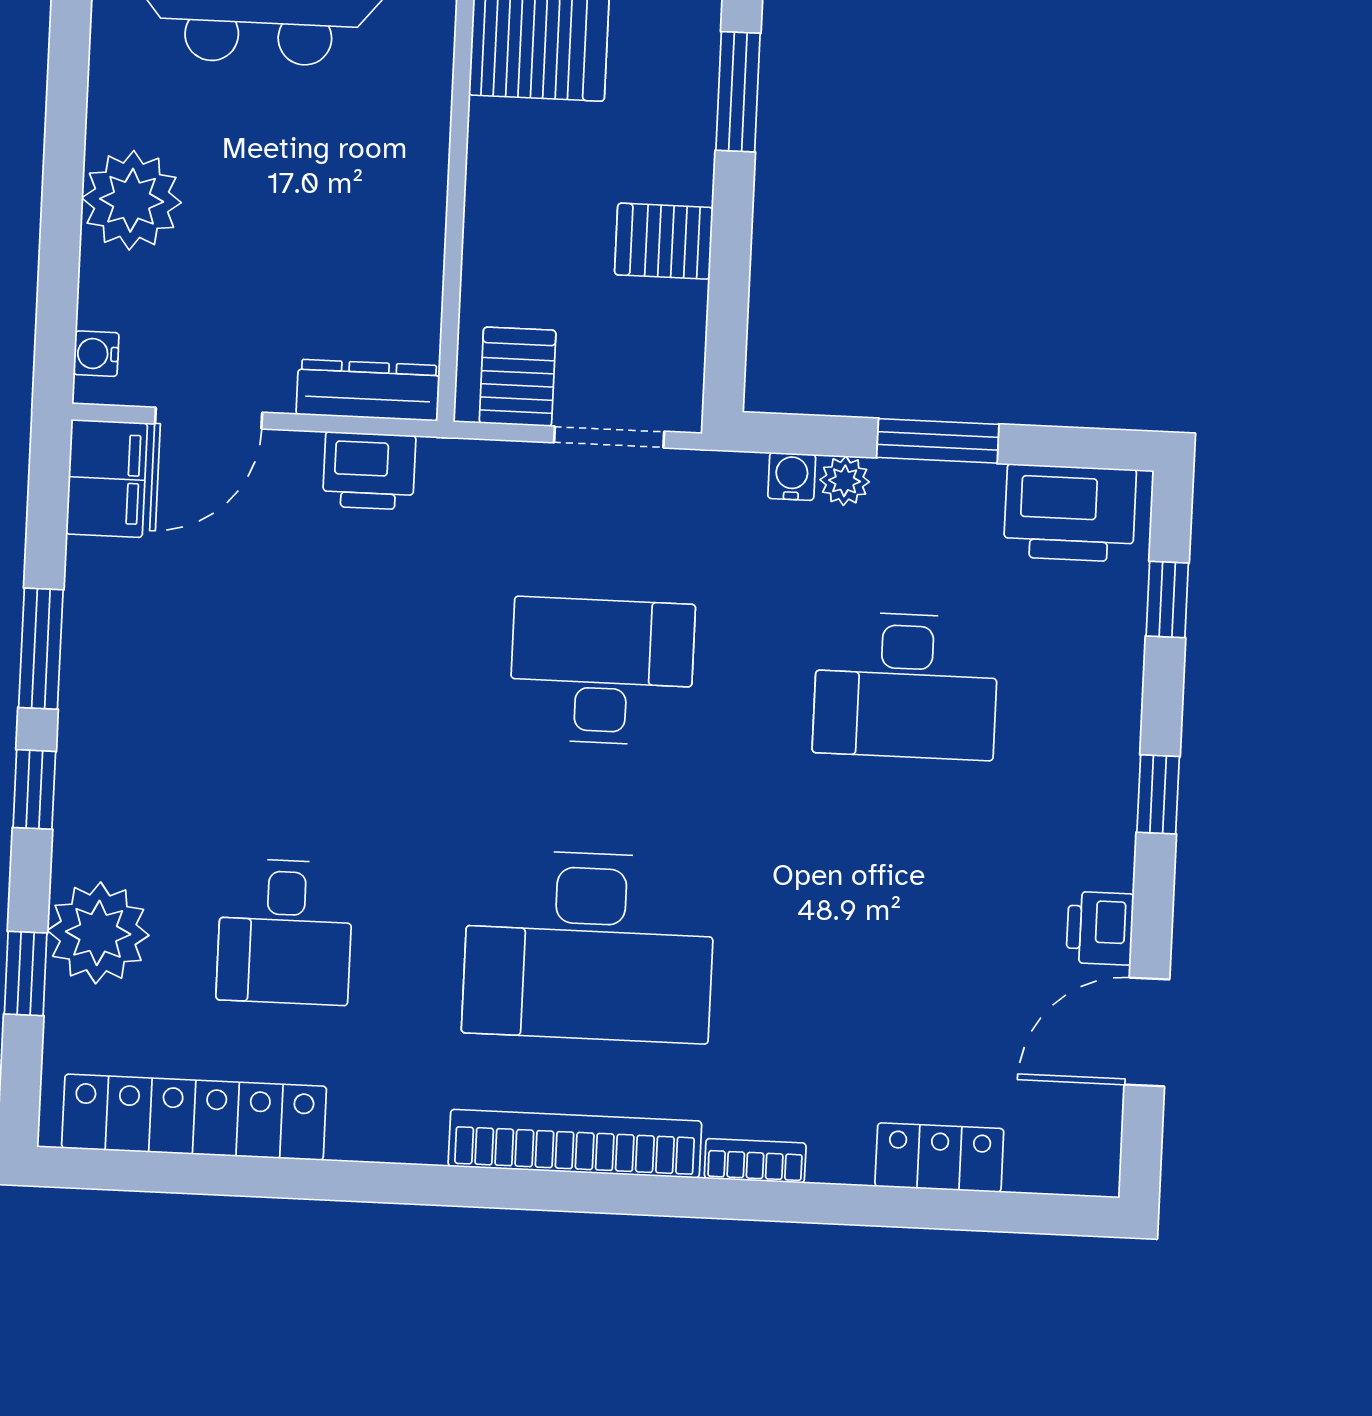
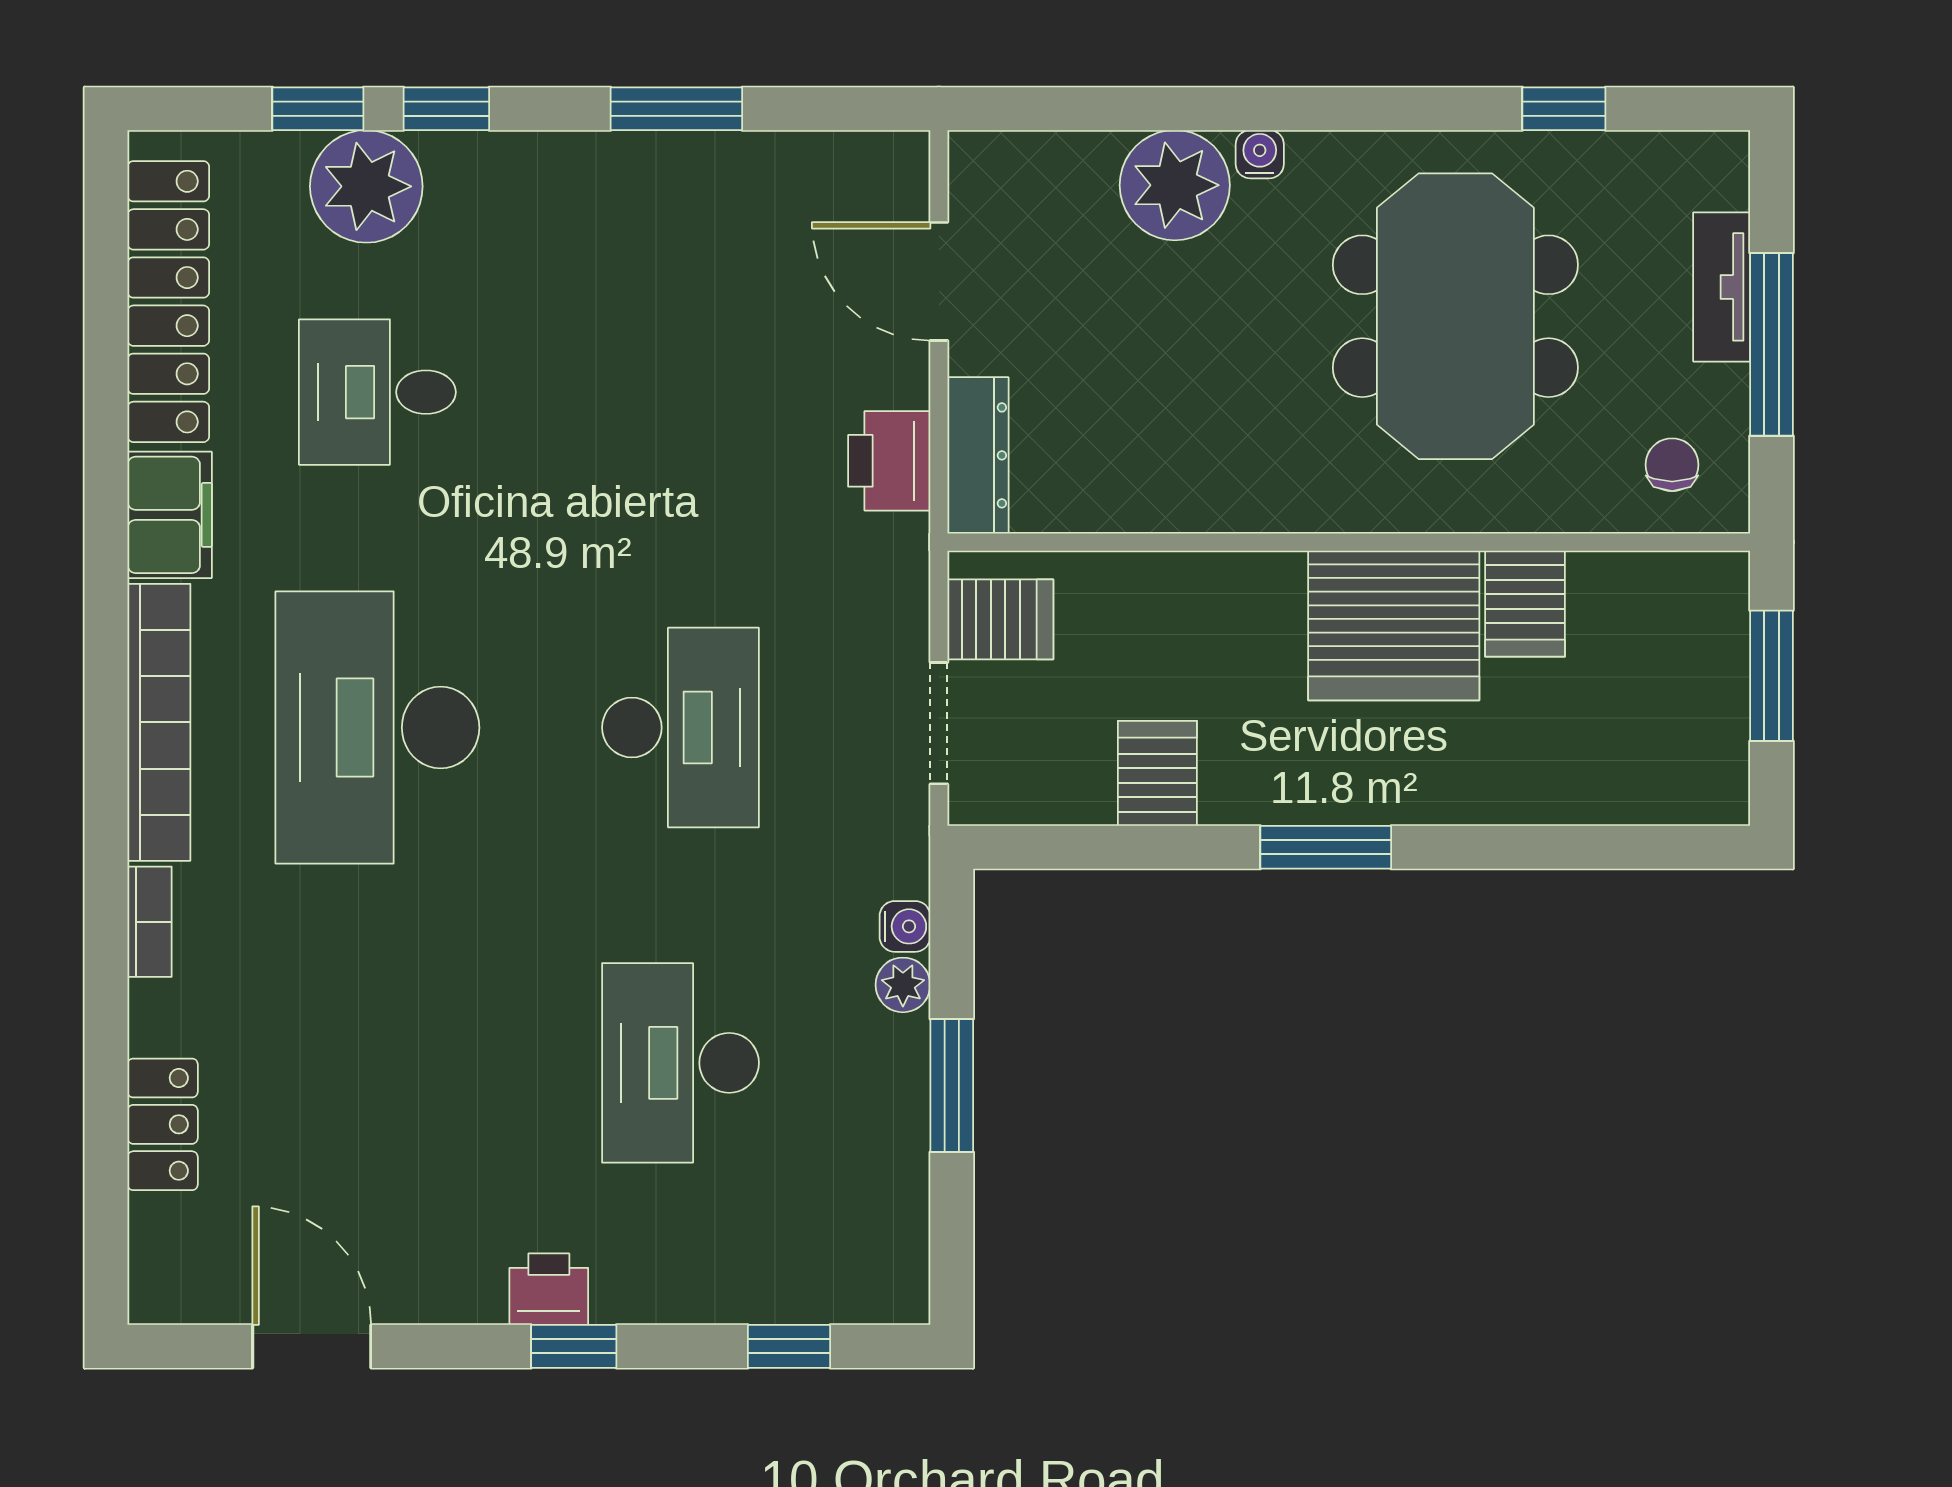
water cooler: (96, 354) -> (1260, 154), moved
filing cabinet: (107, 479) -> (170, 515), moved, turned -90
printer: (1070, 513) -> (879, 1235), removed
window: (34, 789) -> (446, 109), moved
printer: (1100, 928) -> (549, 1289), moved

